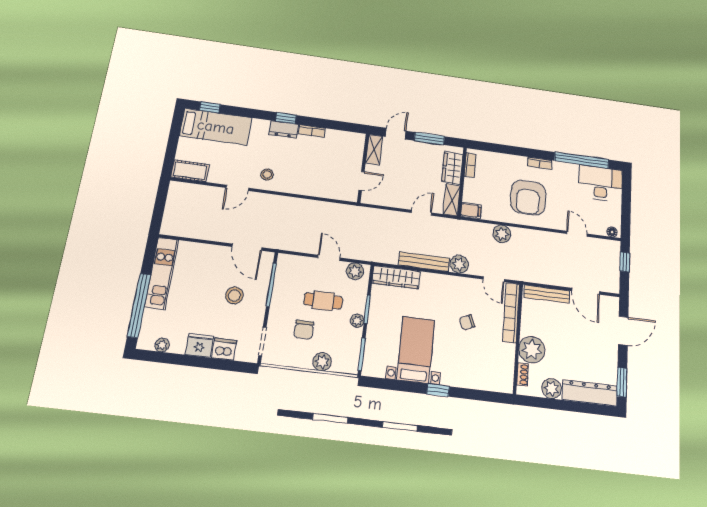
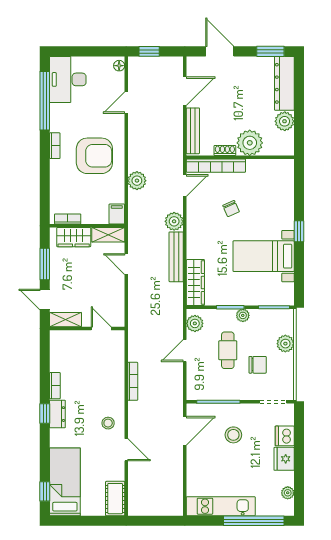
bookcase: (305, 203) -> (133, 381), added
shoe rack: (523, 374) -> (225, 151), moved

